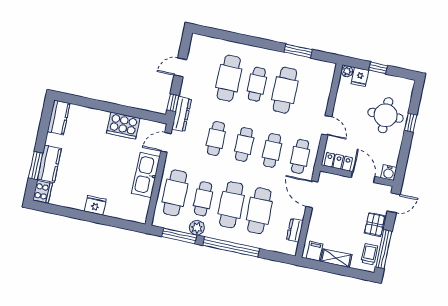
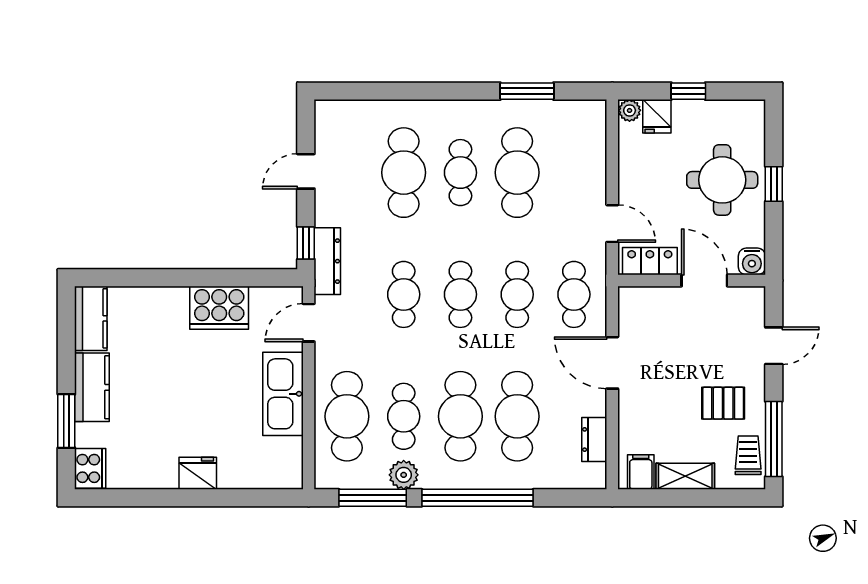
locker: (338, 162) -> (650, 261), moved
kitchen counter: (49, 164) -> (92, 387), moved
water cooler: (389, 173) -> (752, 261), moved
wall: (357, 176) -> (692, 281), moved
door: (363, 177) -> (704, 281), moved
pallet: (375, 224) -> (723, 403), moved, turned 90

